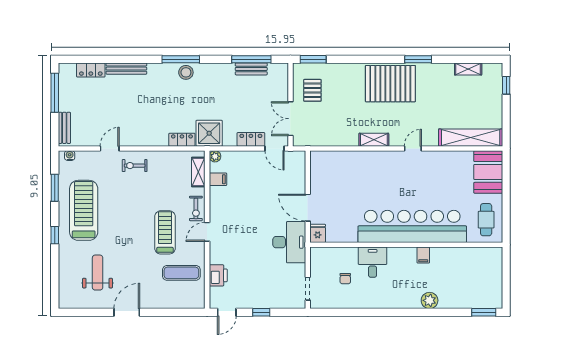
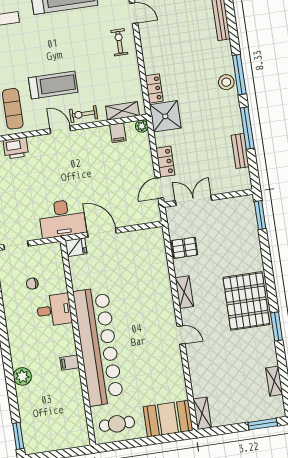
window: (251, 59) -> (247, 128), moved
window: (506, 85) -> (263, 424), width x1.50
pallet: (312, 90) -> (184, 248), moved
shelving: (471, 138) -> (202, 413), width x0.45, depth x0.75
door: (308, 208) -> (102, 233), hinge flipped

